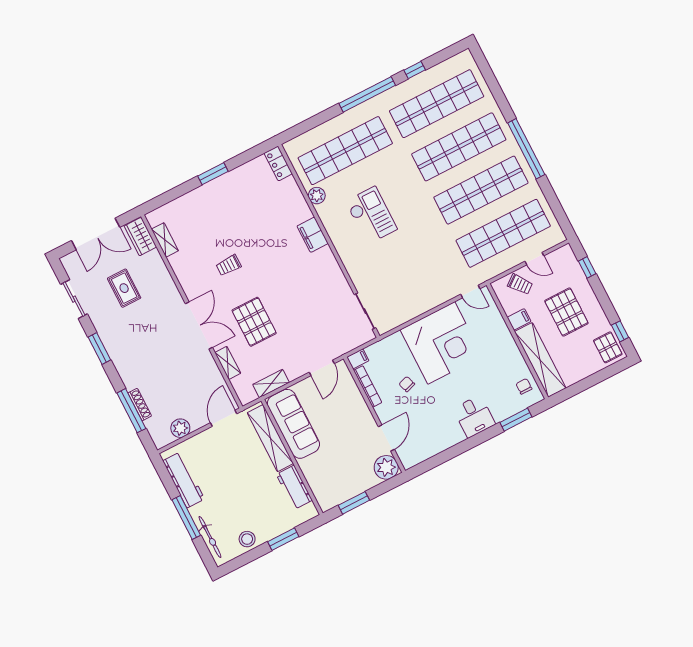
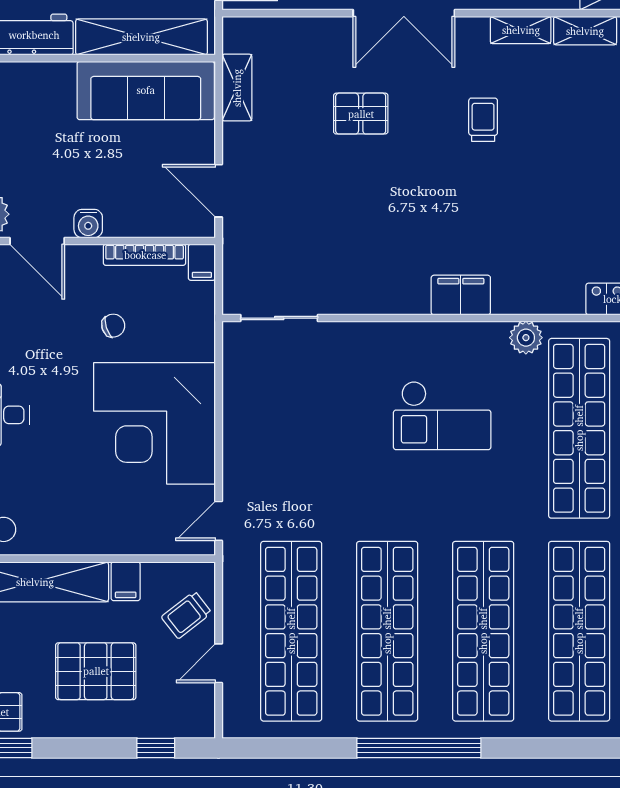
pallet: (254, 322) -> (361, 114), width x0.67, depth x0.71
shelving: (228, 363) -> (521, 30), moved
water cooler: (367, 419) -> (88, 224), added

